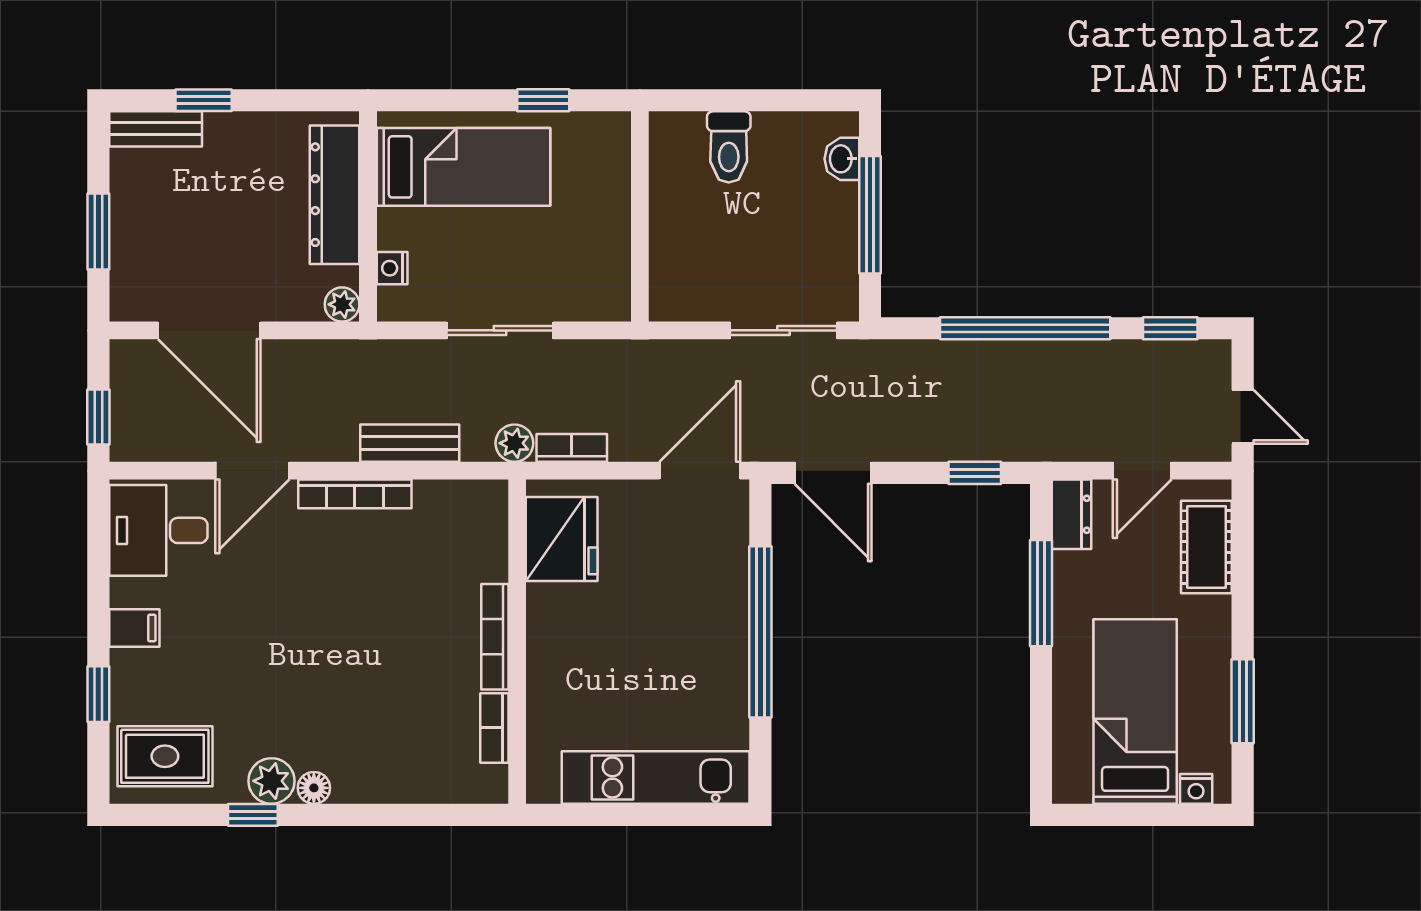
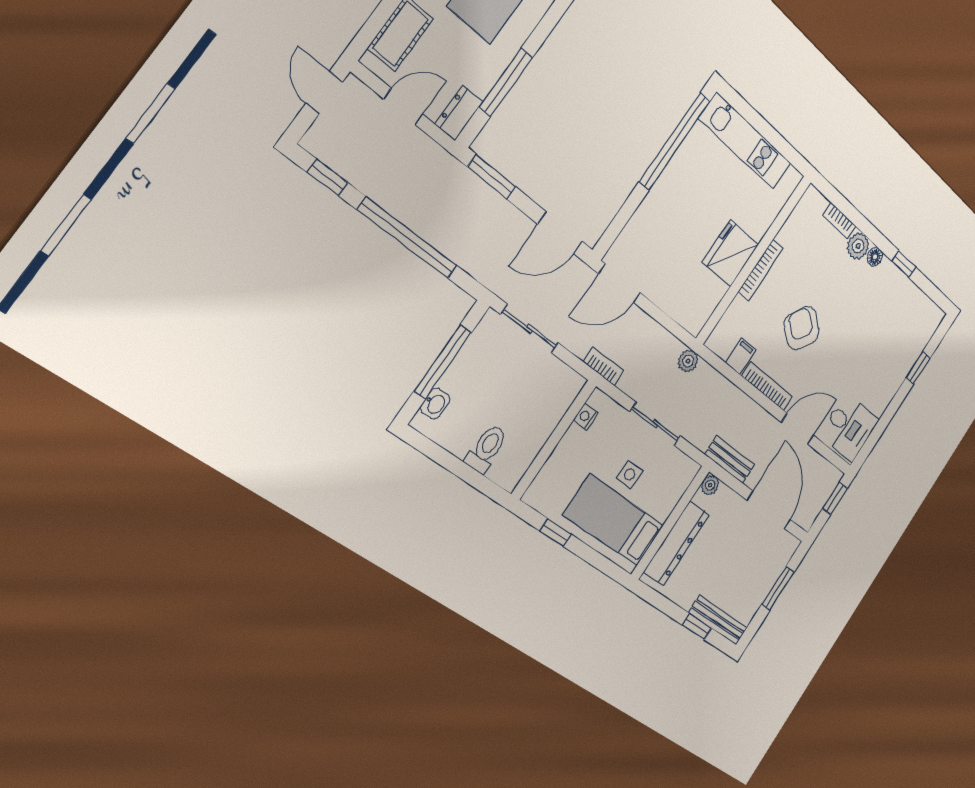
bench: (156, 129) -> (718, 620), width x1.36
side table: (487, 241) -> (630, 474), added
nightstand: (392, 268) -> (586, 417), moved, turned 180
bench: (410, 443) -> (730, 459), moved
bookcase: (572, 448) -> (603, 366), moved, turned 180
door: (833, 473) -> (560, 233), swing flipped
window: (975, 473) -> (492, 177), width x1.50
fridge: (562, 539) -> (730, 253), moved
armchair: (361, 608) -> (802, 328), added
filing cabinet: (134, 628) -> (741, 356), moved, turned 90
window: (760, 632) -> (675, 141), moved
bookcase: (494, 728) -> (839, 221), moved, turned 90
rug: (165, 756) -> (915, 319), removed
plant: (271, 781) -> (858, 246), moved

